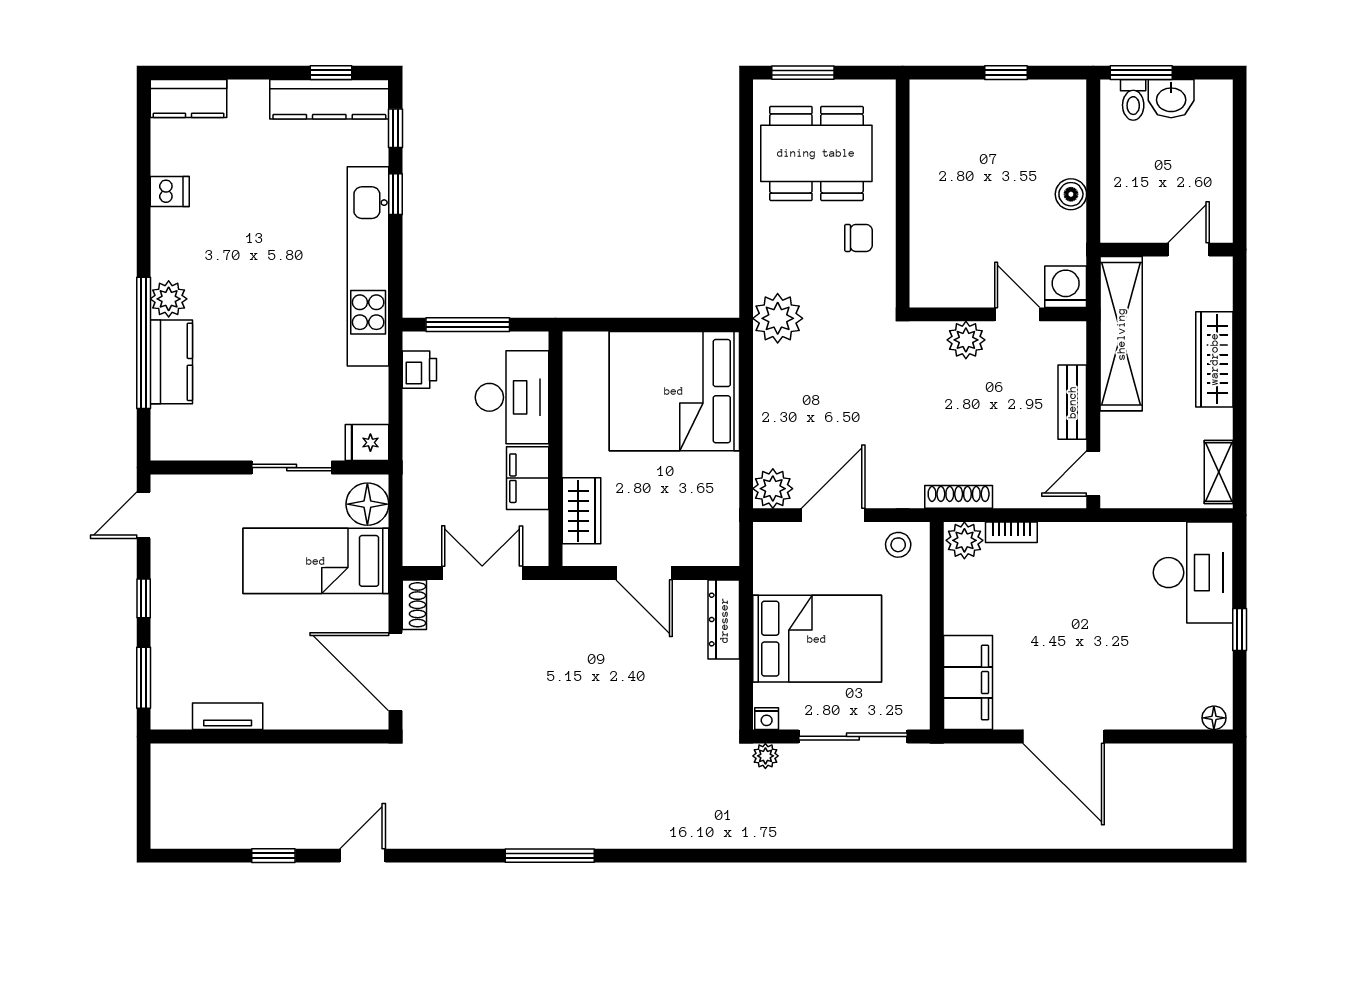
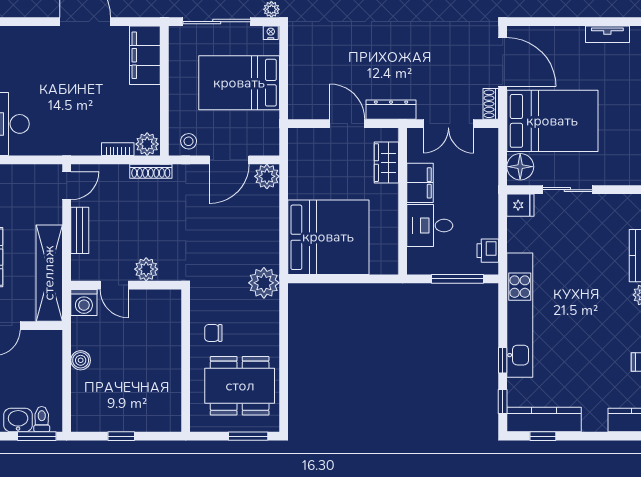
desk: (512, 397) -> (430, 226), width x0.73
bed: (316, 561) -> (552, 121), width x1.50
dresser: (724, 620) -> (391, 110), moved, turned -90

